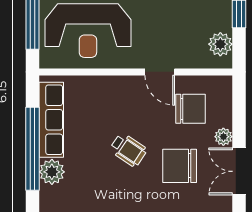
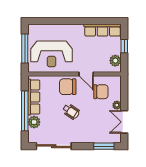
chair: (180, 166) -> (68, 87), moved

